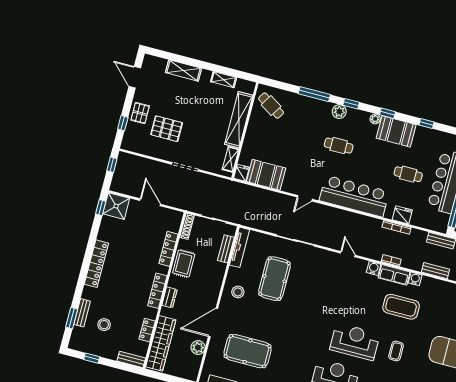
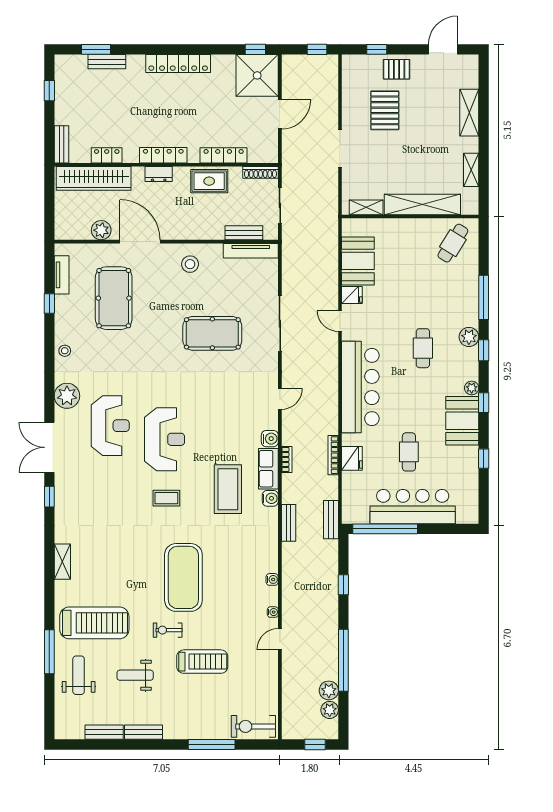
fridge: (241, 173) -> (352, 295), moved
shower: (116, 206) -> (257, 75), width x1.37, depth x1.37
pool table: (274, 279) -> (212, 333), moved
stool: (104, 325) -> (99, 95), removed

